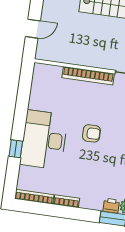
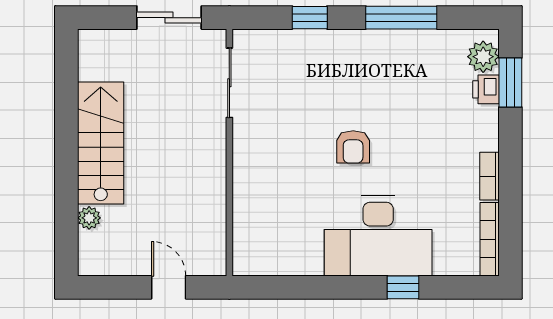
bookcase: (88, 76) -> (243, 169), removed
armchair: (91, 133) -> (353, 147), turned 180

